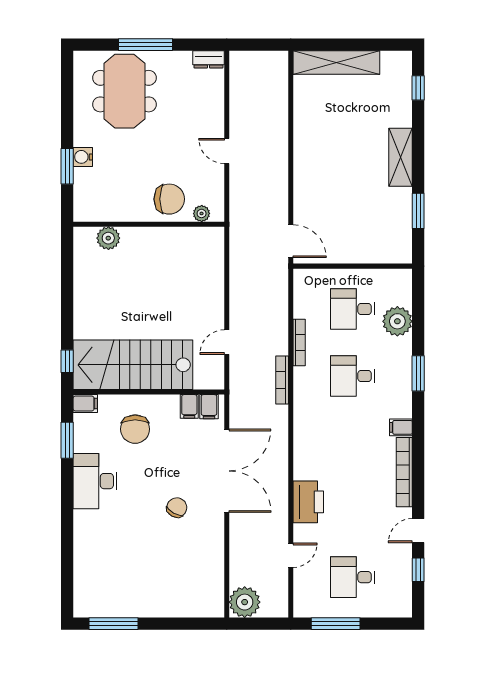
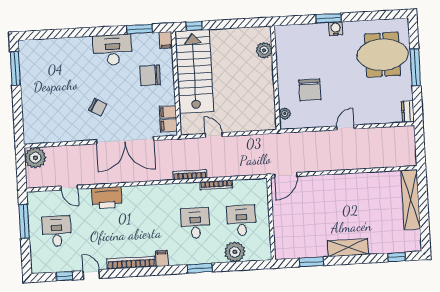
plant: (202, 213) -> (285, 114), moved
wall: (149, 224) -> (275, 78), moved
plant: (108, 238) -> (264, 50), moved

